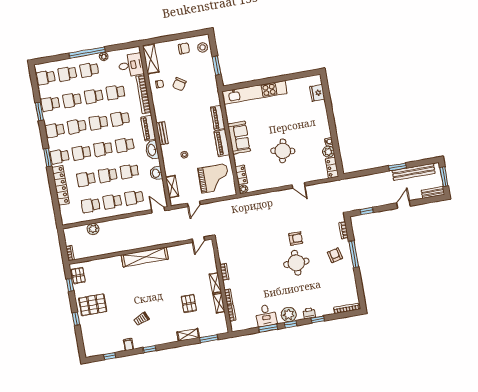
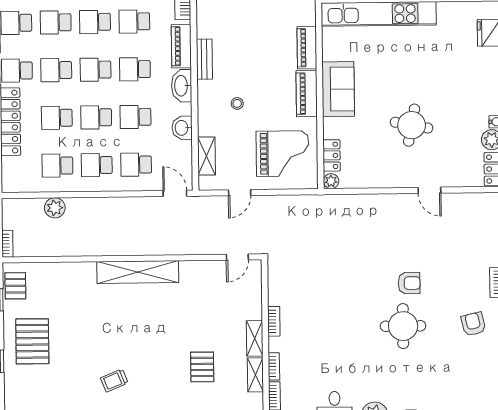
pallet: (93, 305) -> (32, 341), turned 90

